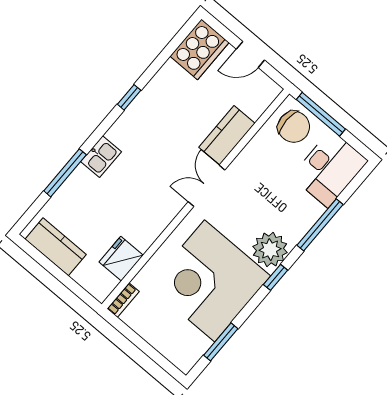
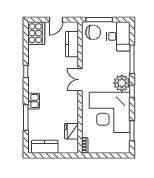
kitchen counter: (227, 135) -> (72, 44), moved

